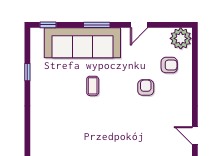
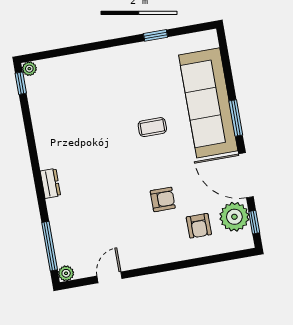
window: (48, 25) -> (254, 222), moved
door: (139, 25) -> (246, 175), width x1.88
plant: (181, 38) -> (234, 217), moved

